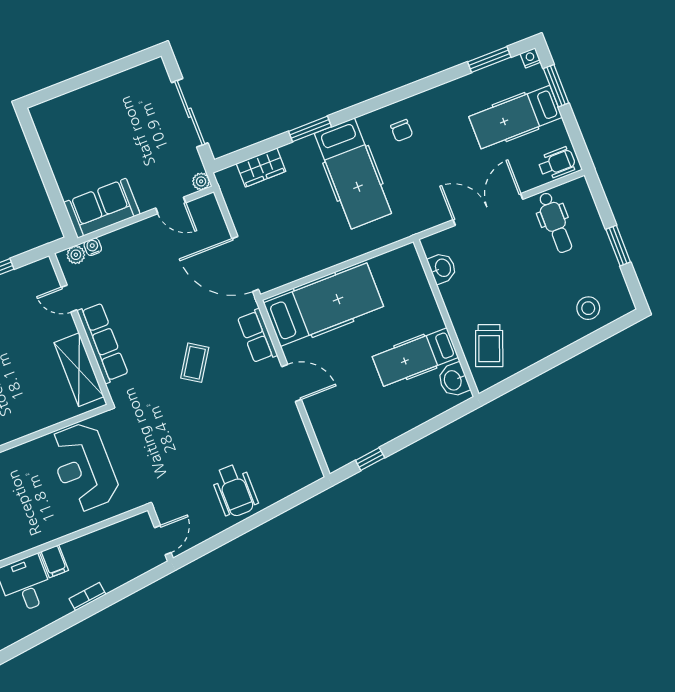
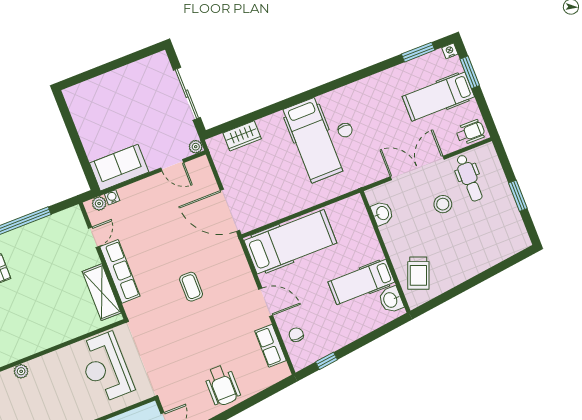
window: (310, 129) -> (280, 106), removed
chair: (402, 130) -> (345, 130), moved
door: (69, 299) -> (94, 237), swing flipped
stool: (588, 308) -> (443, 204), moved
row of seats: (257, 336) -> (270, 346), moved
coffee table: (195, 363) -> (191, 287), turned -33
chair: (331, 425) -> (296, 335), added

